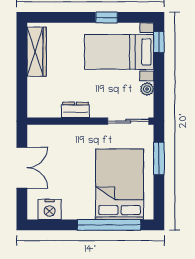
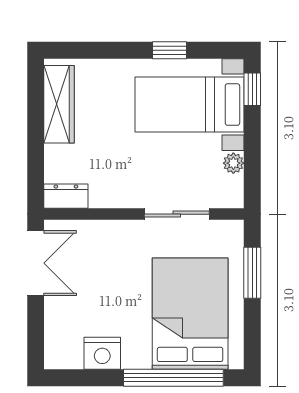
dresser: (76, 110) -> (66, 196), moved
sliding door: (128, 121) -> (177, 214), moved
double door: (22, 168) -> (36, 263), moved
nightstand: (50, 209) -> (102, 353), moved

